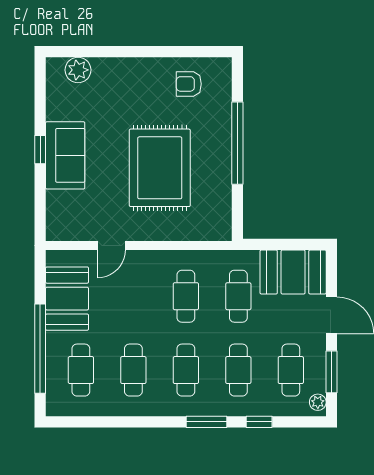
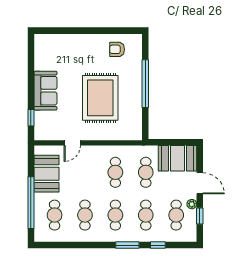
plant: (78, 70) -> (53, 41), removed
window: (40, 150) -> (31, 118), moved
window: (332, 372) -> (200, 216), width x0.67
plant: (318, 402) -> (192, 204), moved

